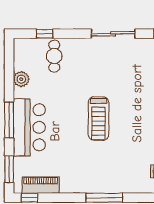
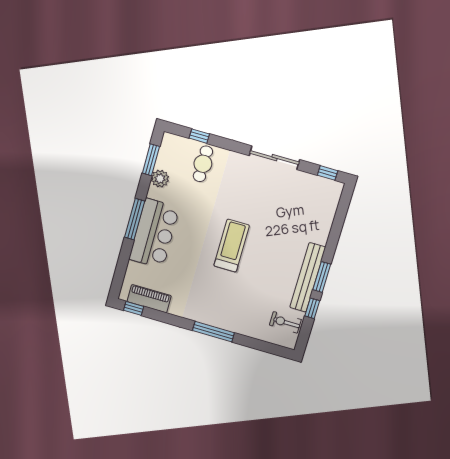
treadmill: (99, 119) -> (232, 246), turned 180
window: (9, 169) -> (151, 160), moved

